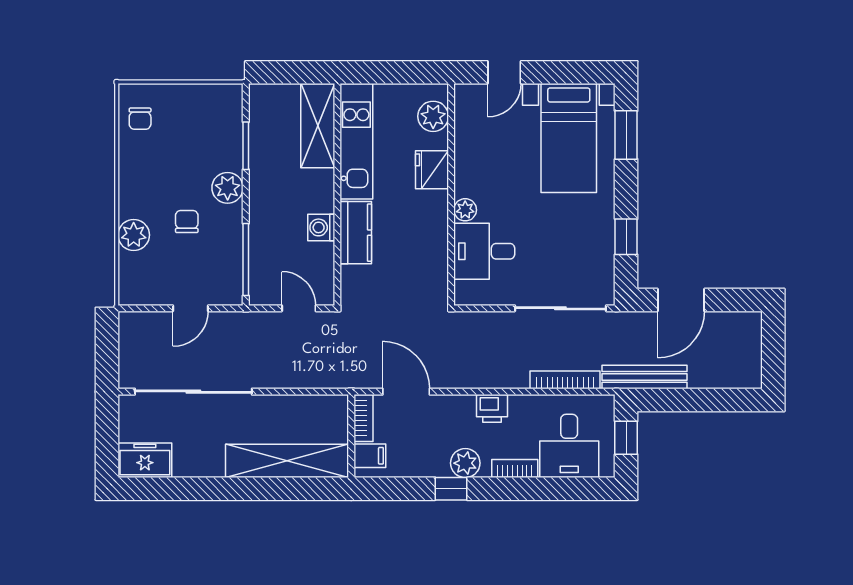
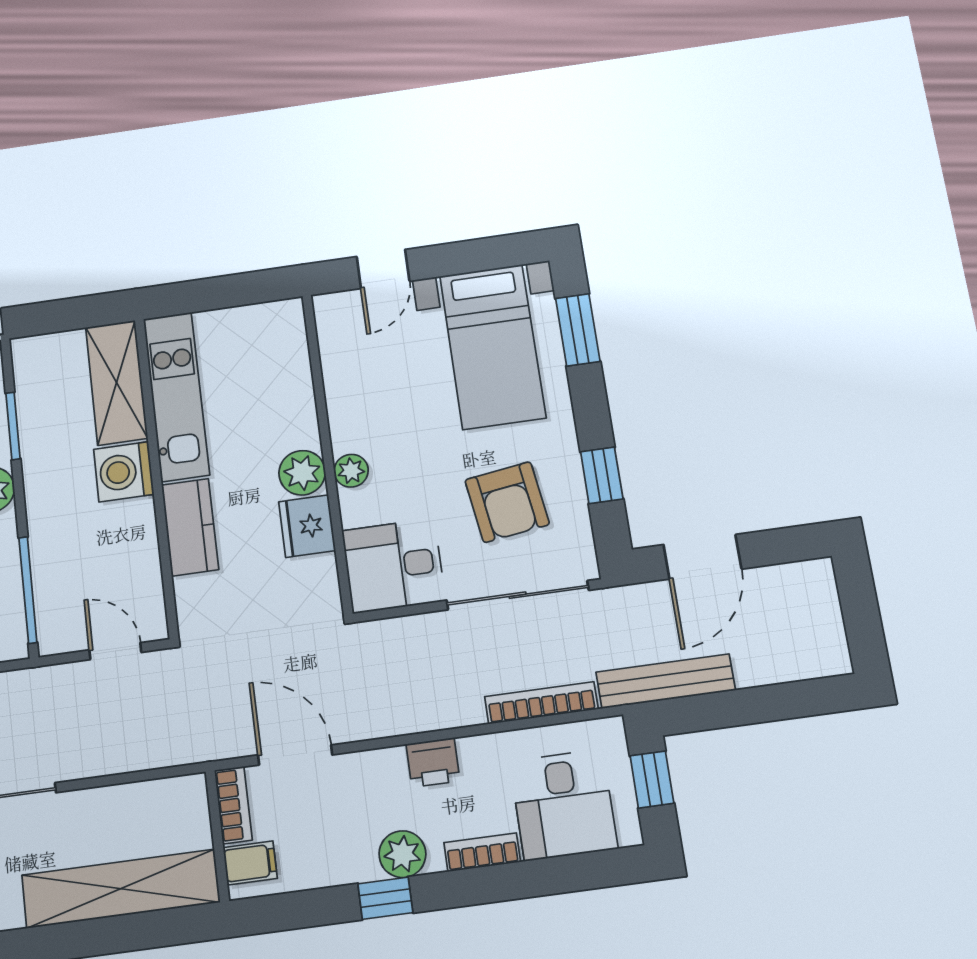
plant: (433, 116) -> (302, 473), moved
fridge: (432, 170) -> (307, 526), moved
washing machine: (321, 227) -> (124, 472), moved, width x1.38, depth x1.38
armchair: (563, 246) -> (507, 502), added
desk: (484, 251) -> (394, 566), moved

